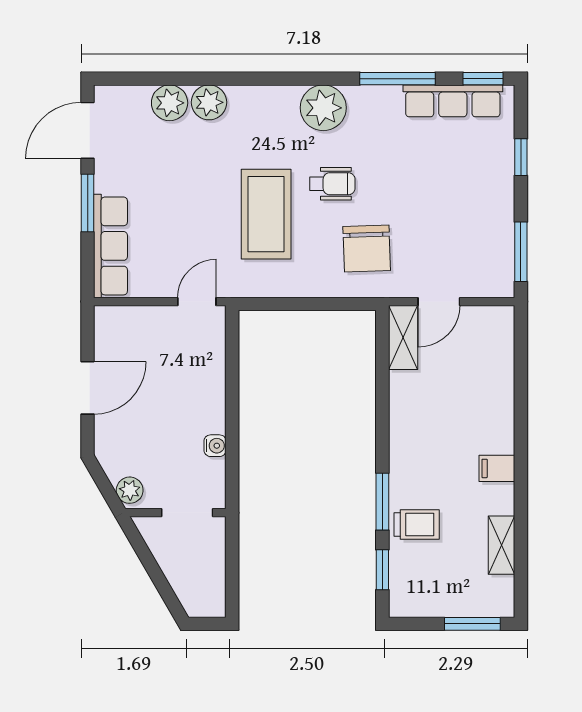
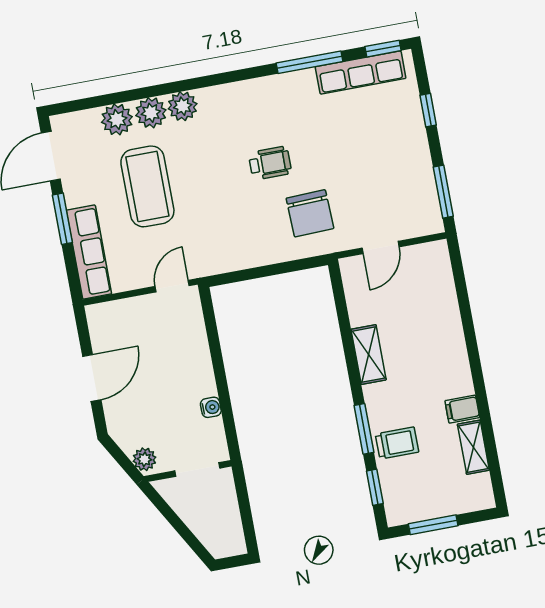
plant: (323, 108) -> (183, 106), moved, width x0.73, depth x0.73
coffee table: (266, 214) -> (147, 186), moved
shelving: (403, 337) -> (369, 355), moved
filing cabinet: (497, 468) -> (462, 409), moved
window: (472, 624) -> (433, 525), moved

